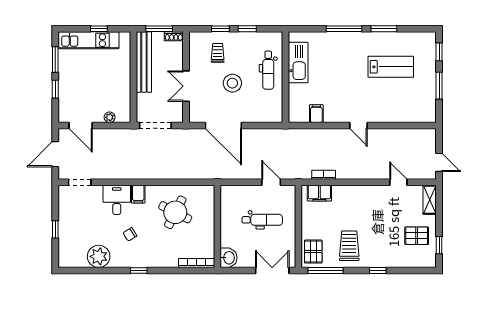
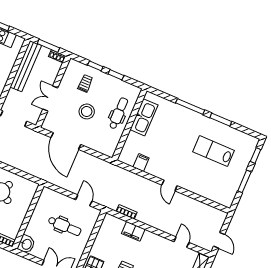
lab bench: (391, 67) -> (214, 151), turned 180
dental chair: (268, 70) -> (118, 113), turned 180
filing cabinet: (319, 193) -> (133, 231), moved

